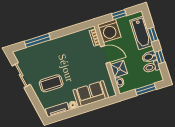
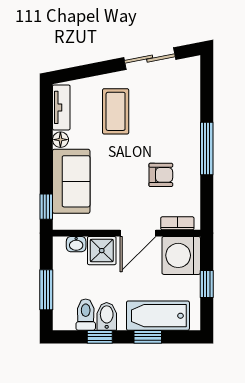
window: (37, 40) -> (207, 148), moved
armchair: (74, 53) -> (161, 175), added
window: (106, 102) -> (46, 207), added

